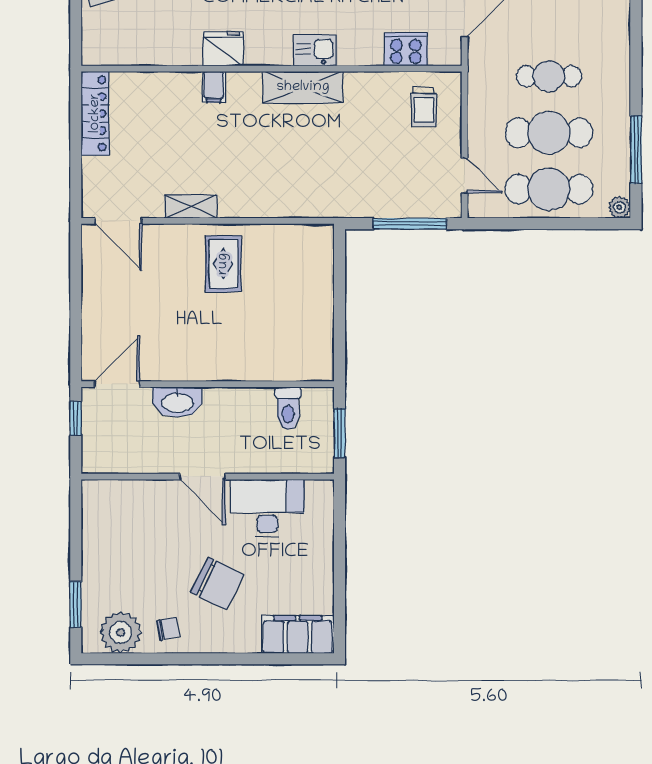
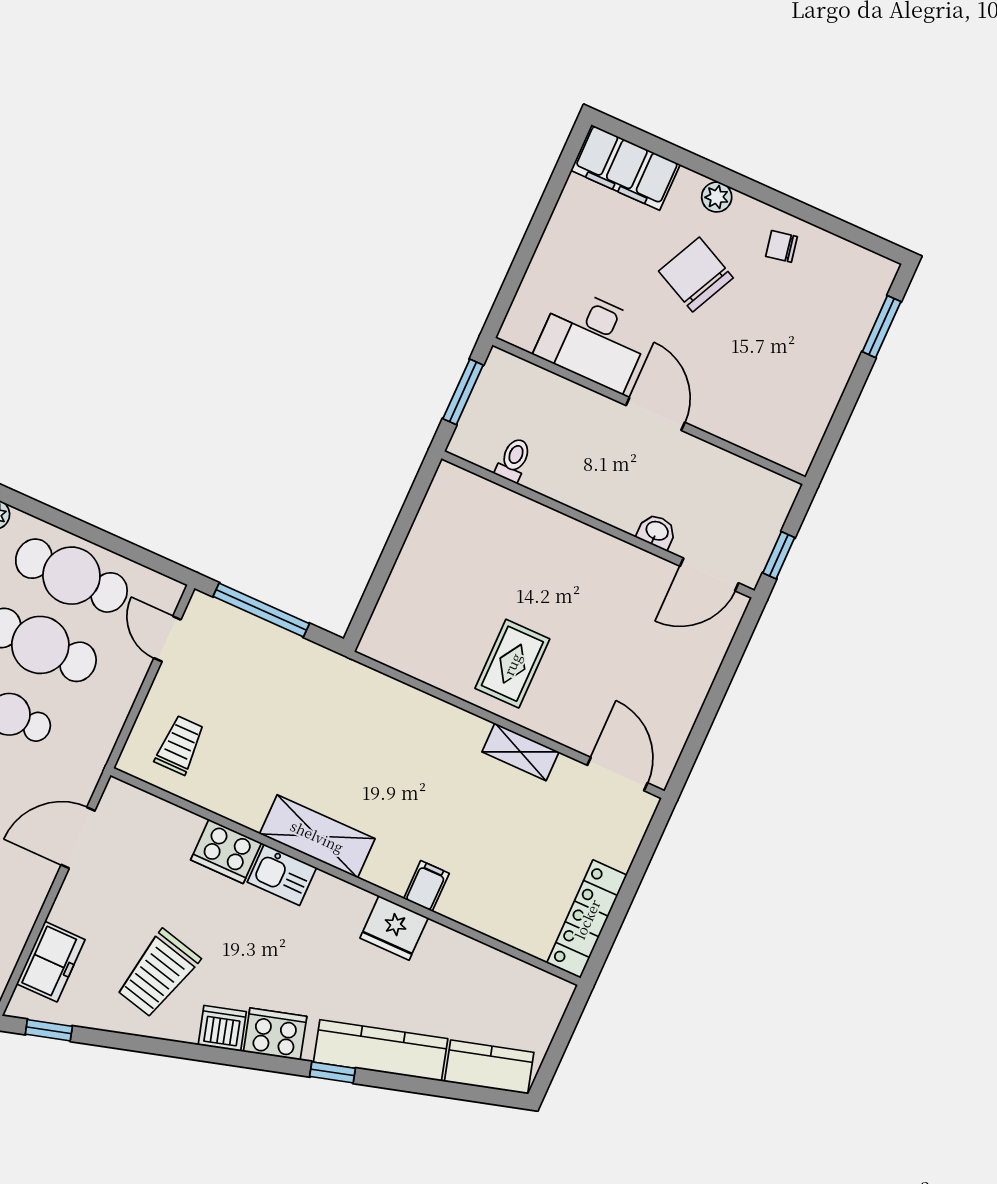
cooker: (406, 49) -> (226, 851), moved
washbasin: (177, 402) -> (657, 532), width x0.52, depth x0.69
toilet: (288, 408) -> (514, 460), width x0.73, depth x0.72
plant: (121, 632) -> (717, 197), moved, width x0.53, depth x0.53

